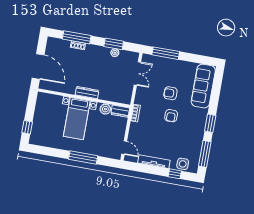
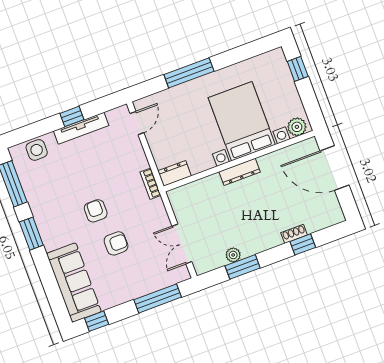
window: (77, 37) -> (303, 244), width x0.46
window: (203, 60) -> (97, 321), added
plant: (105, 109) -> (297, 127), moved
bed with nightstands: (77, 119) -> (242, 121), width x1.36
door: (124, 148) -> (137, 123), swing flipped
window: (175, 174) -> (72, 116), moved

